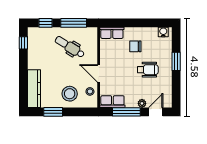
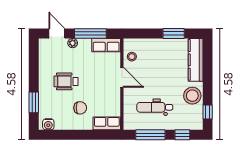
dental chair: (70, 47) -> (155, 107), turned 148
window: (176, 61) -> (34, 102), moved
stool: (70, 94) -> (192, 96), moved
door: (156, 112) -> (57, 33), swing flipped

